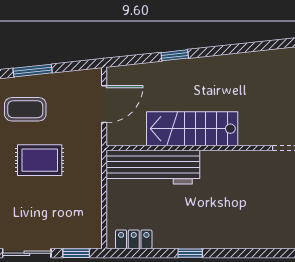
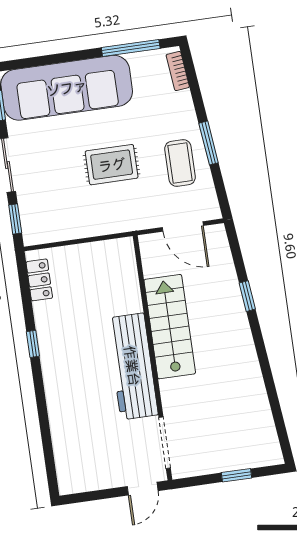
coffee table: (25, 109) -> (180, 163), moved
rug: (40, 160) -> (112, 165), turned 90
workbench: (153, 167) -> (132, 366), moved

